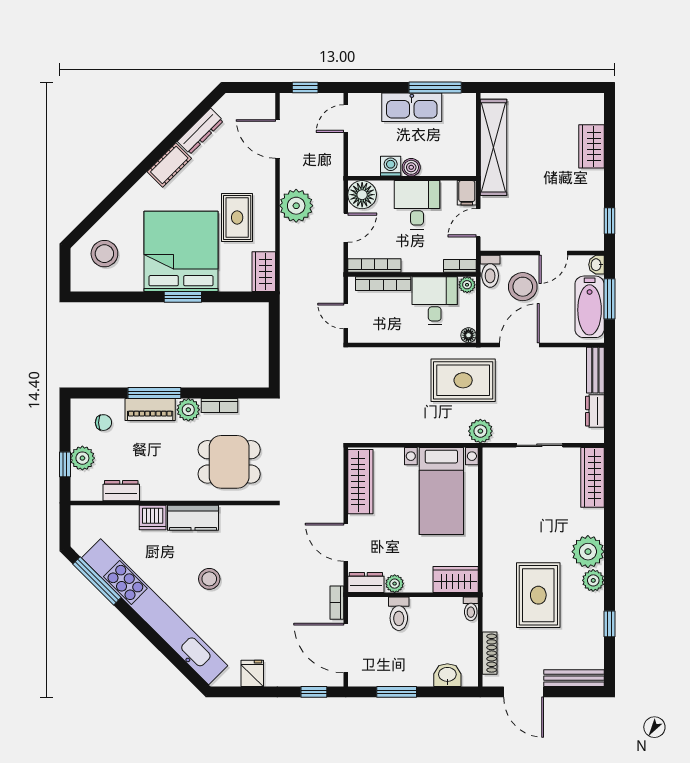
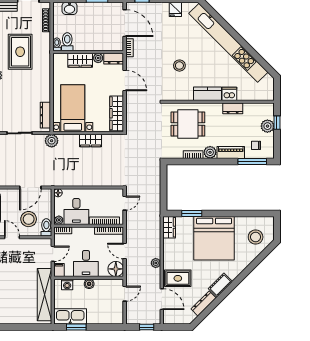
window: (435, 88) -> (76, 327), width x0.69
kitchen sink: (412, 107) -> (70, 316), moved
door: (346, 119) -> (125, 294), moved
washing machine: (391, 166) -> (67, 284), moved
plant: (296, 206) -> (156, 263), width x0.53, depth x0.53
rug: (237, 217) -> (178, 278), moved, turned 90
door: (346, 228) -> (125, 251), hinge flipped
door: (553, 253) -> (12, 237), hinge flipped
window: (183, 297) -> (192, 214), moved
door: (346, 316) -> (125, 203), hinge flipped
rug: (463, 380) -> (61, 168), removed
window: (154, 393) -> (252, 161), moved
wardrobe: (409, 432) -> (91, 141), added
dresser: (492, 478) -> (45, 115), added
dresser: (121, 491) -> (233, 108), moved
stool: (209, 579) -> (179, 66), moved
wardrobe: (456, 580) -> (80, 60), moved
window: (97, 581) -> (260, 60), removed
toilet: (399, 614) -> (67, 42), moved

